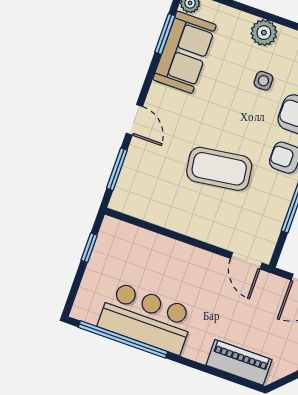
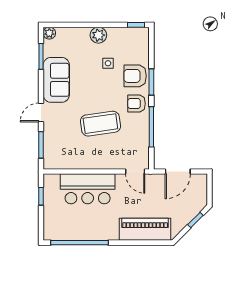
sofa: (185, 52) -> (56, 80), moved
door: (134, 120) -> (41, 113), swing flipped
bar counter: (146, 318) -> (88, 189), moved, turned 180
piano: (239, 362) -> (145, 229), width x1.37, depth x1.33

